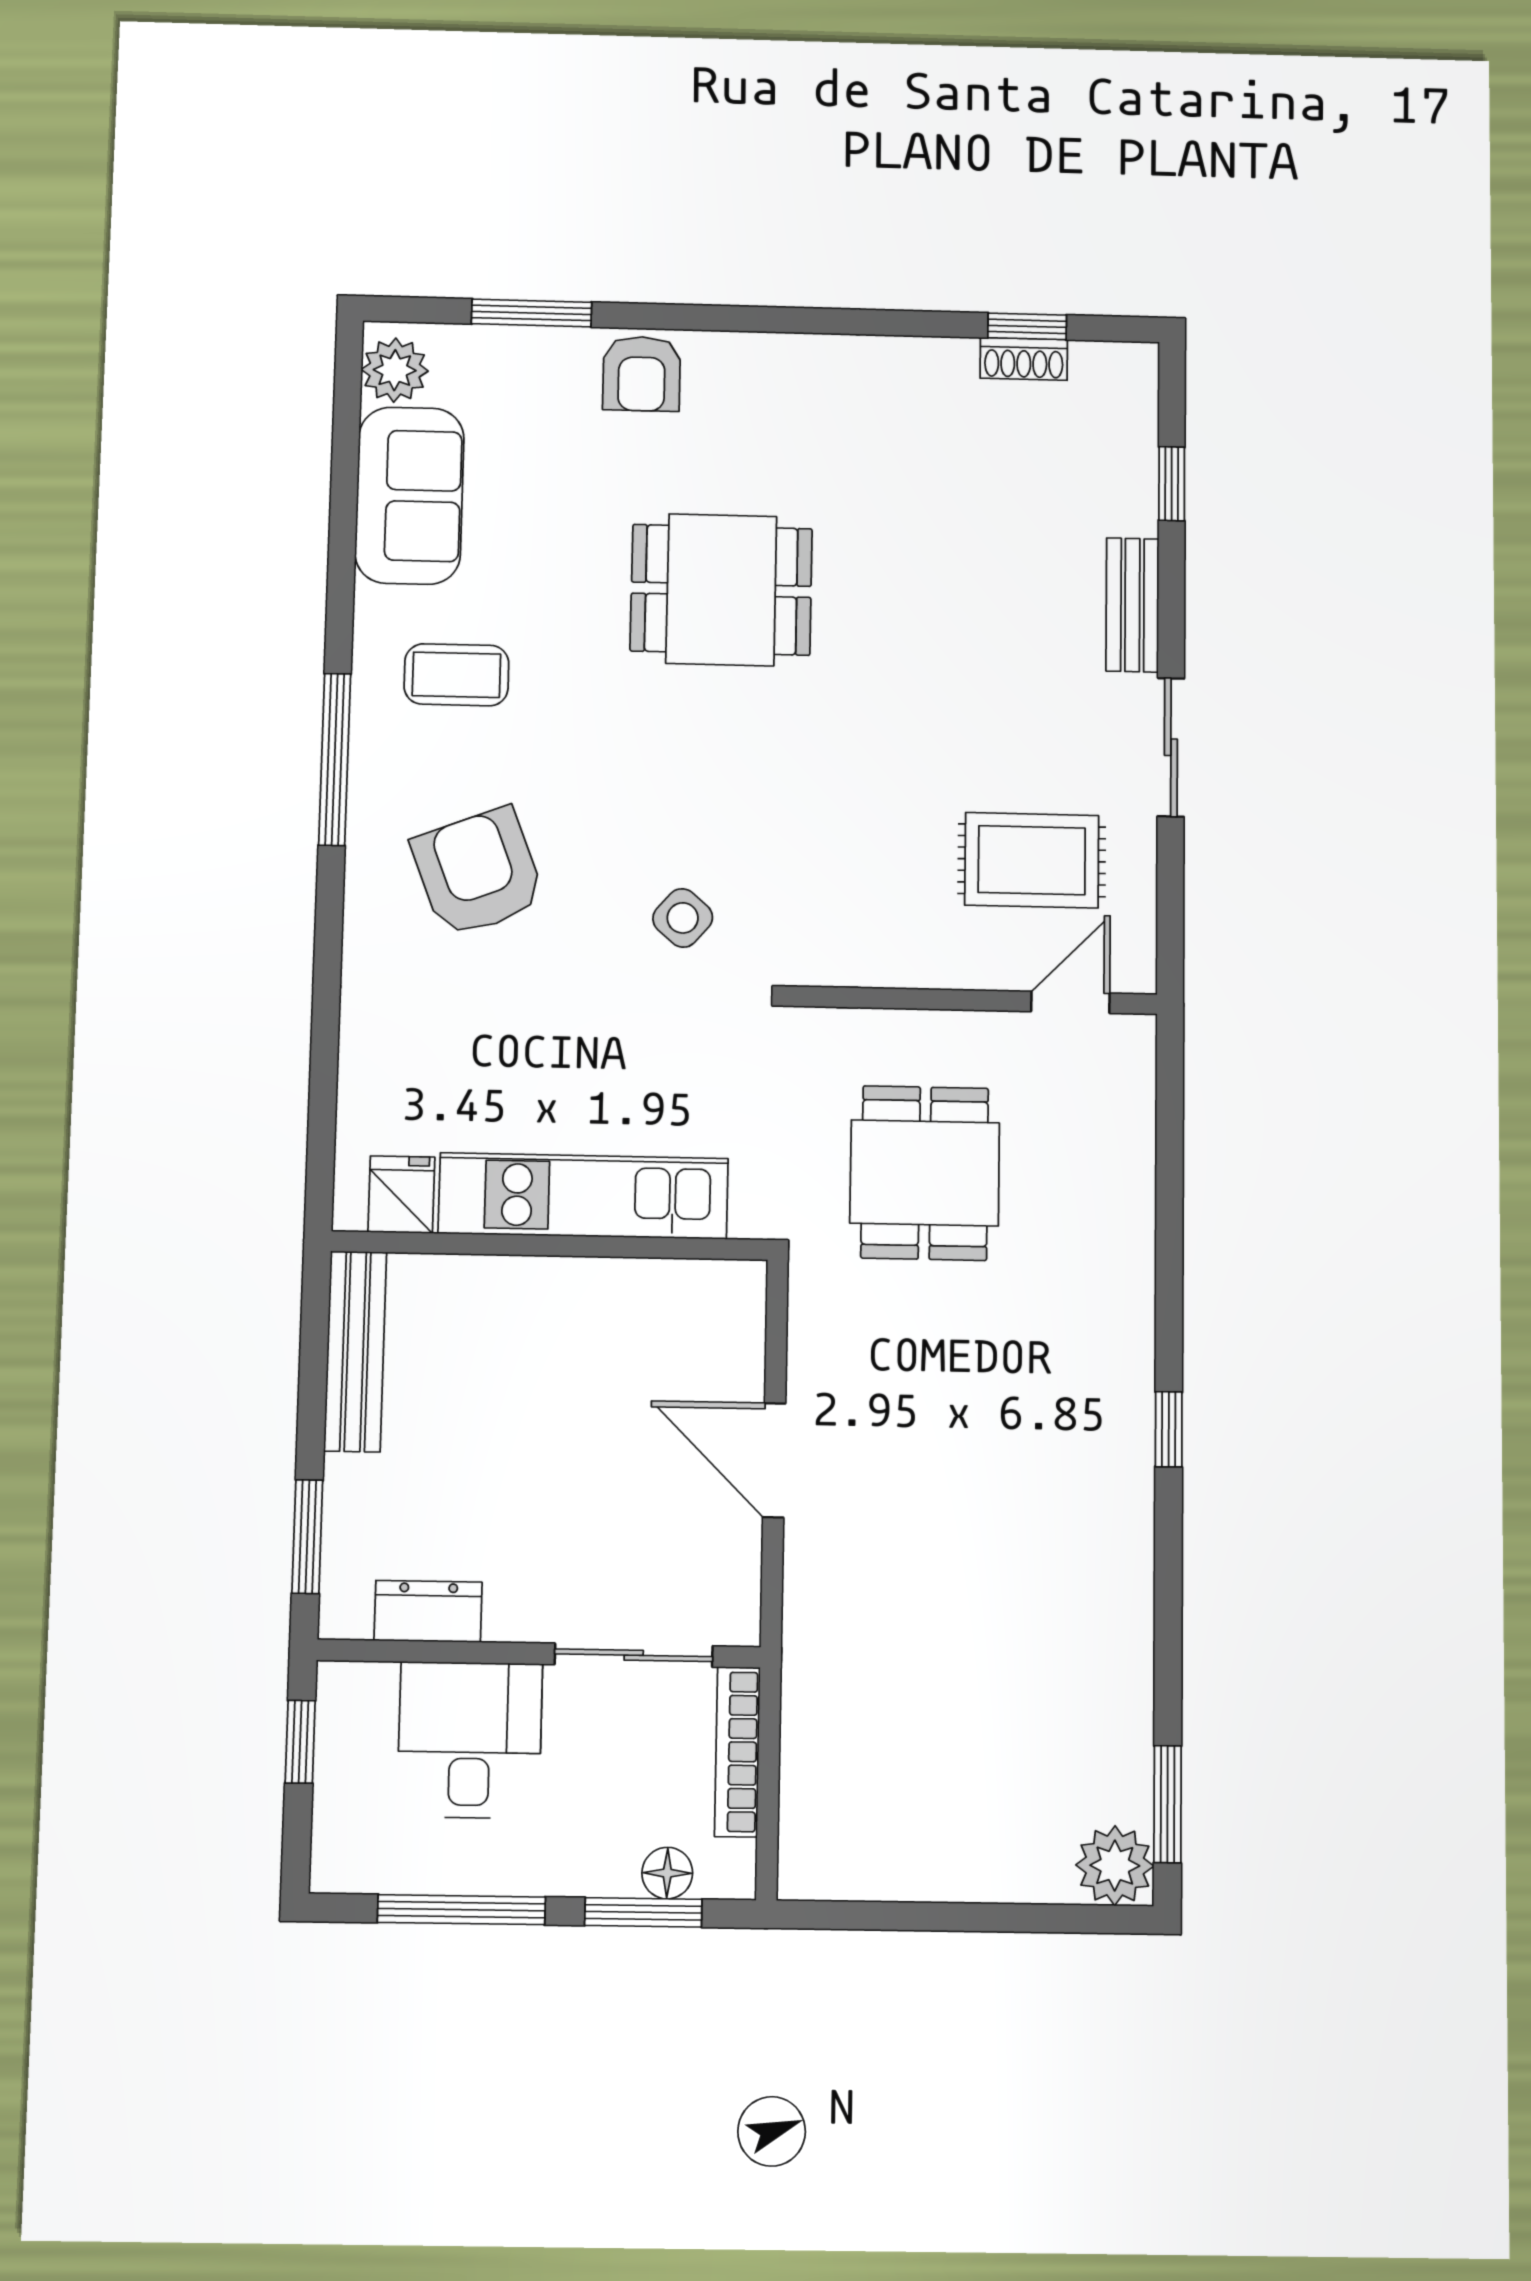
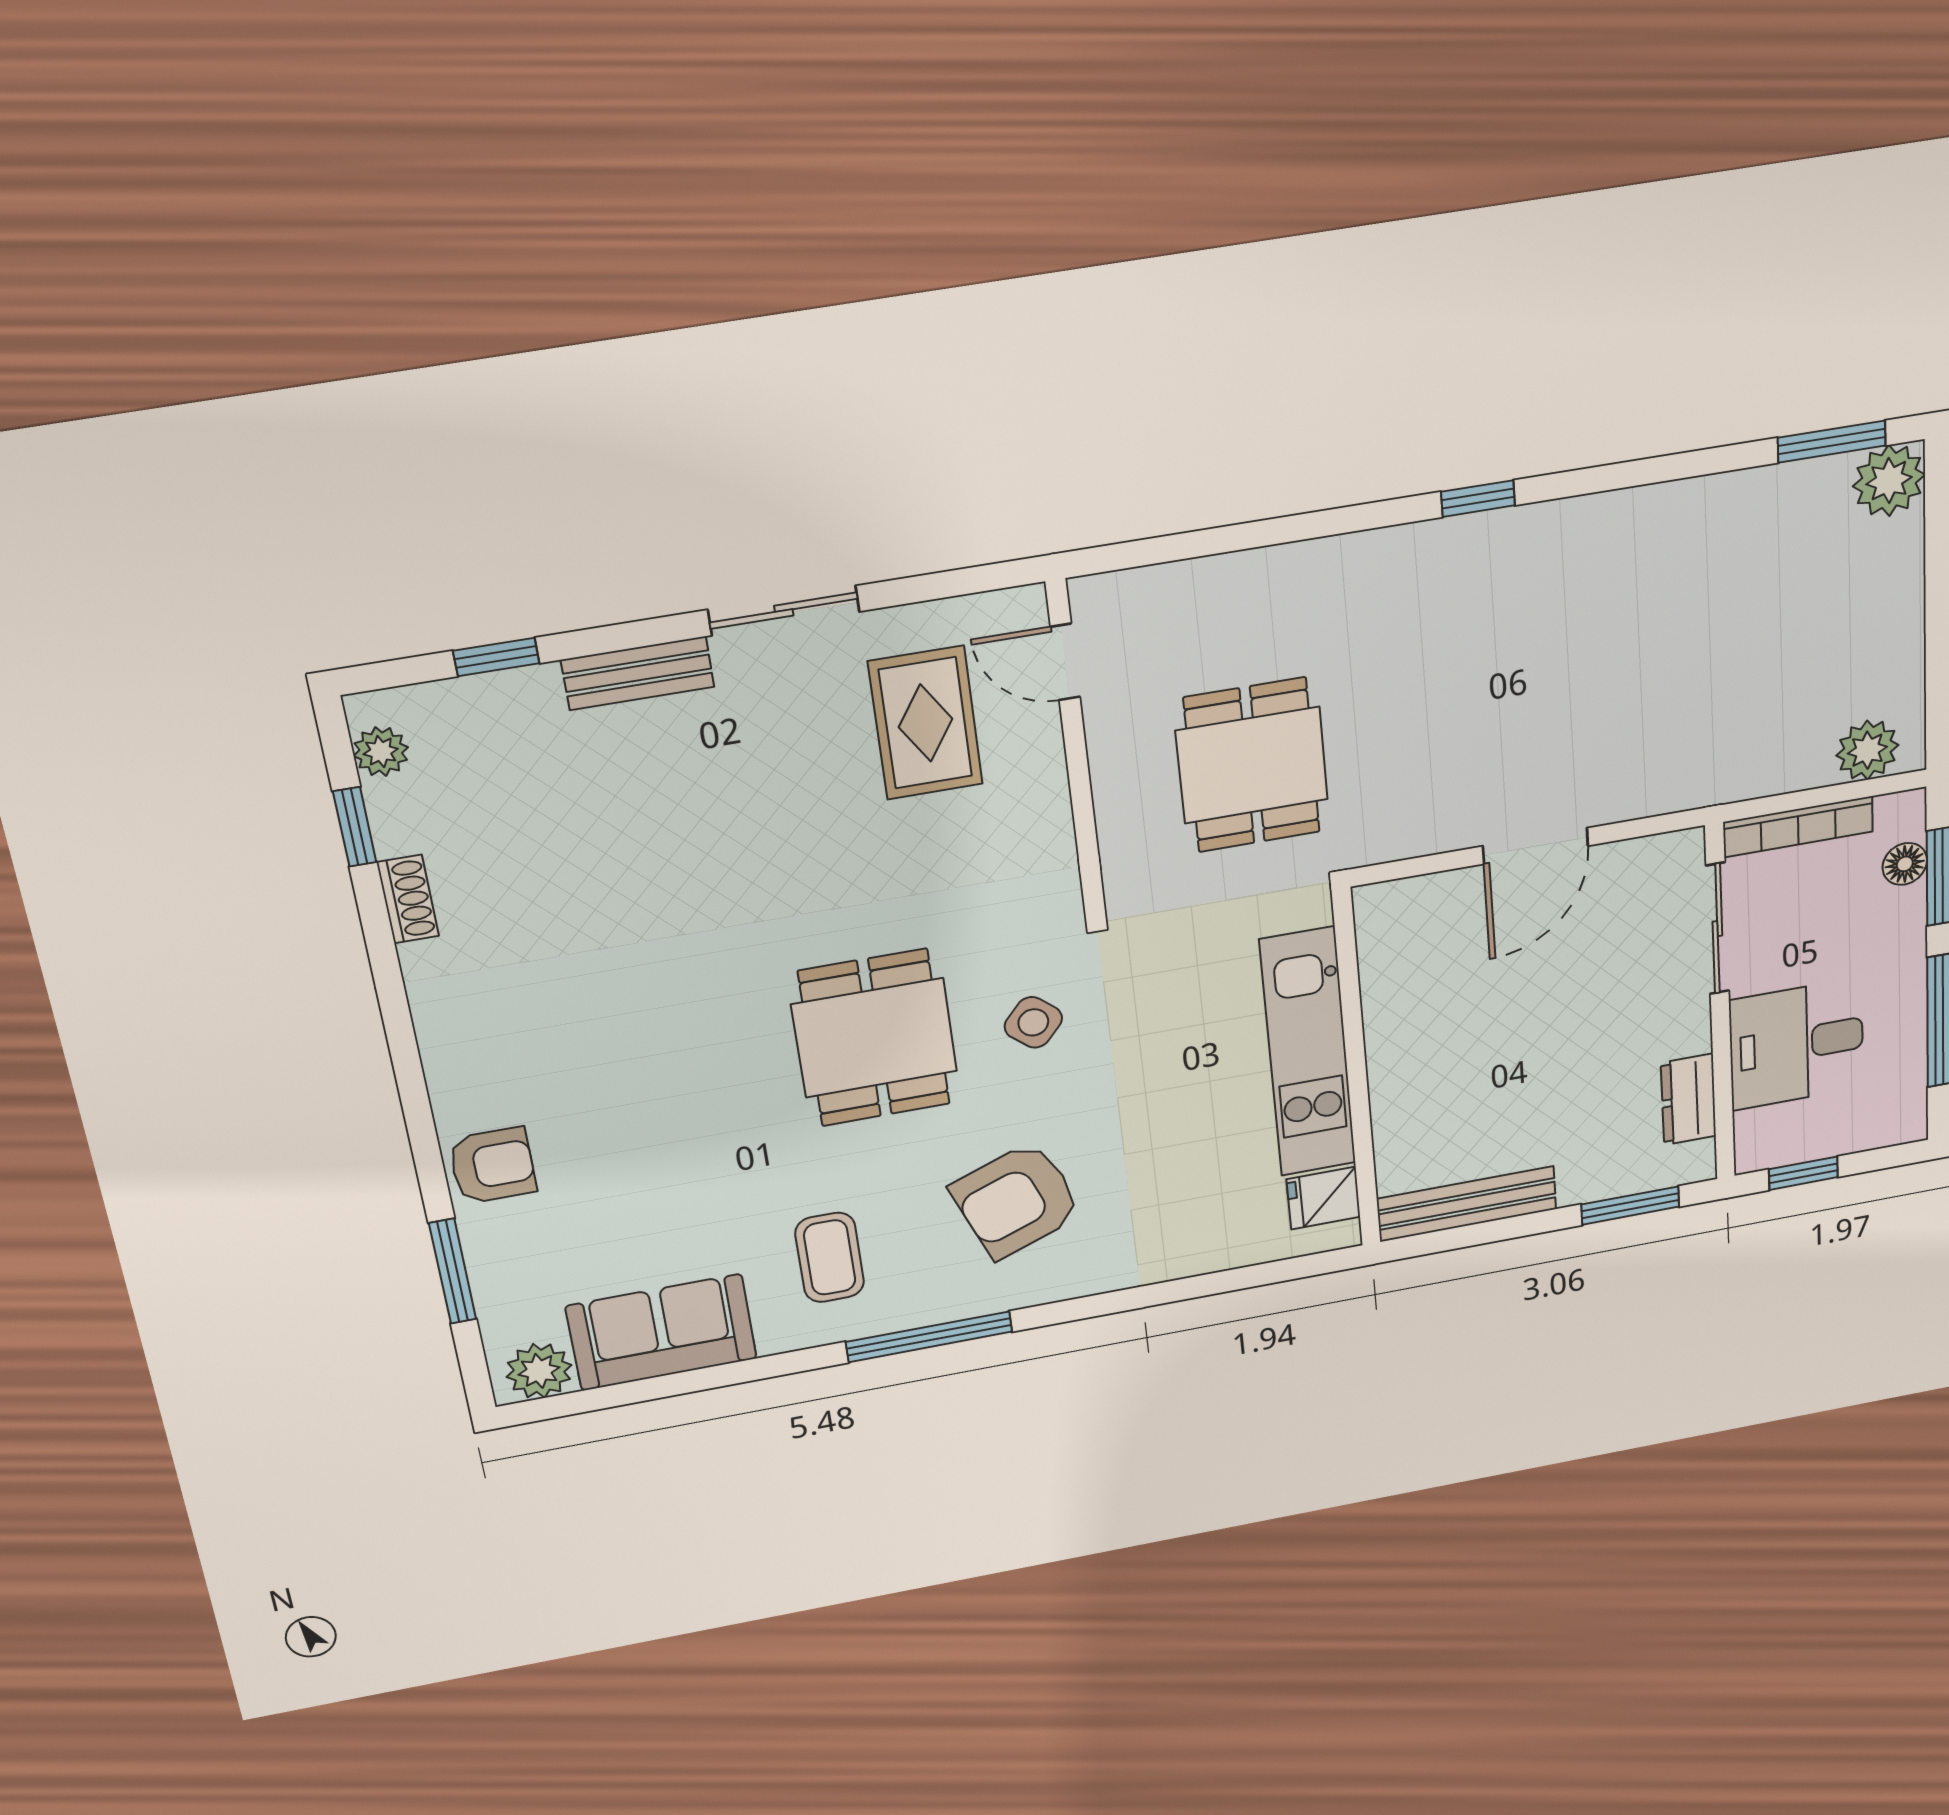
shoe rack: (1024, 359) -> (408, 899), moved
plant: (1098, 365) -> (381, 752), added
dining table: (721, 590) -> (874, 1038), moved
dining table: (925, 1173) -> (1252, 765), turned 90
plant: (813, 1833) -> (1867, 750), added

